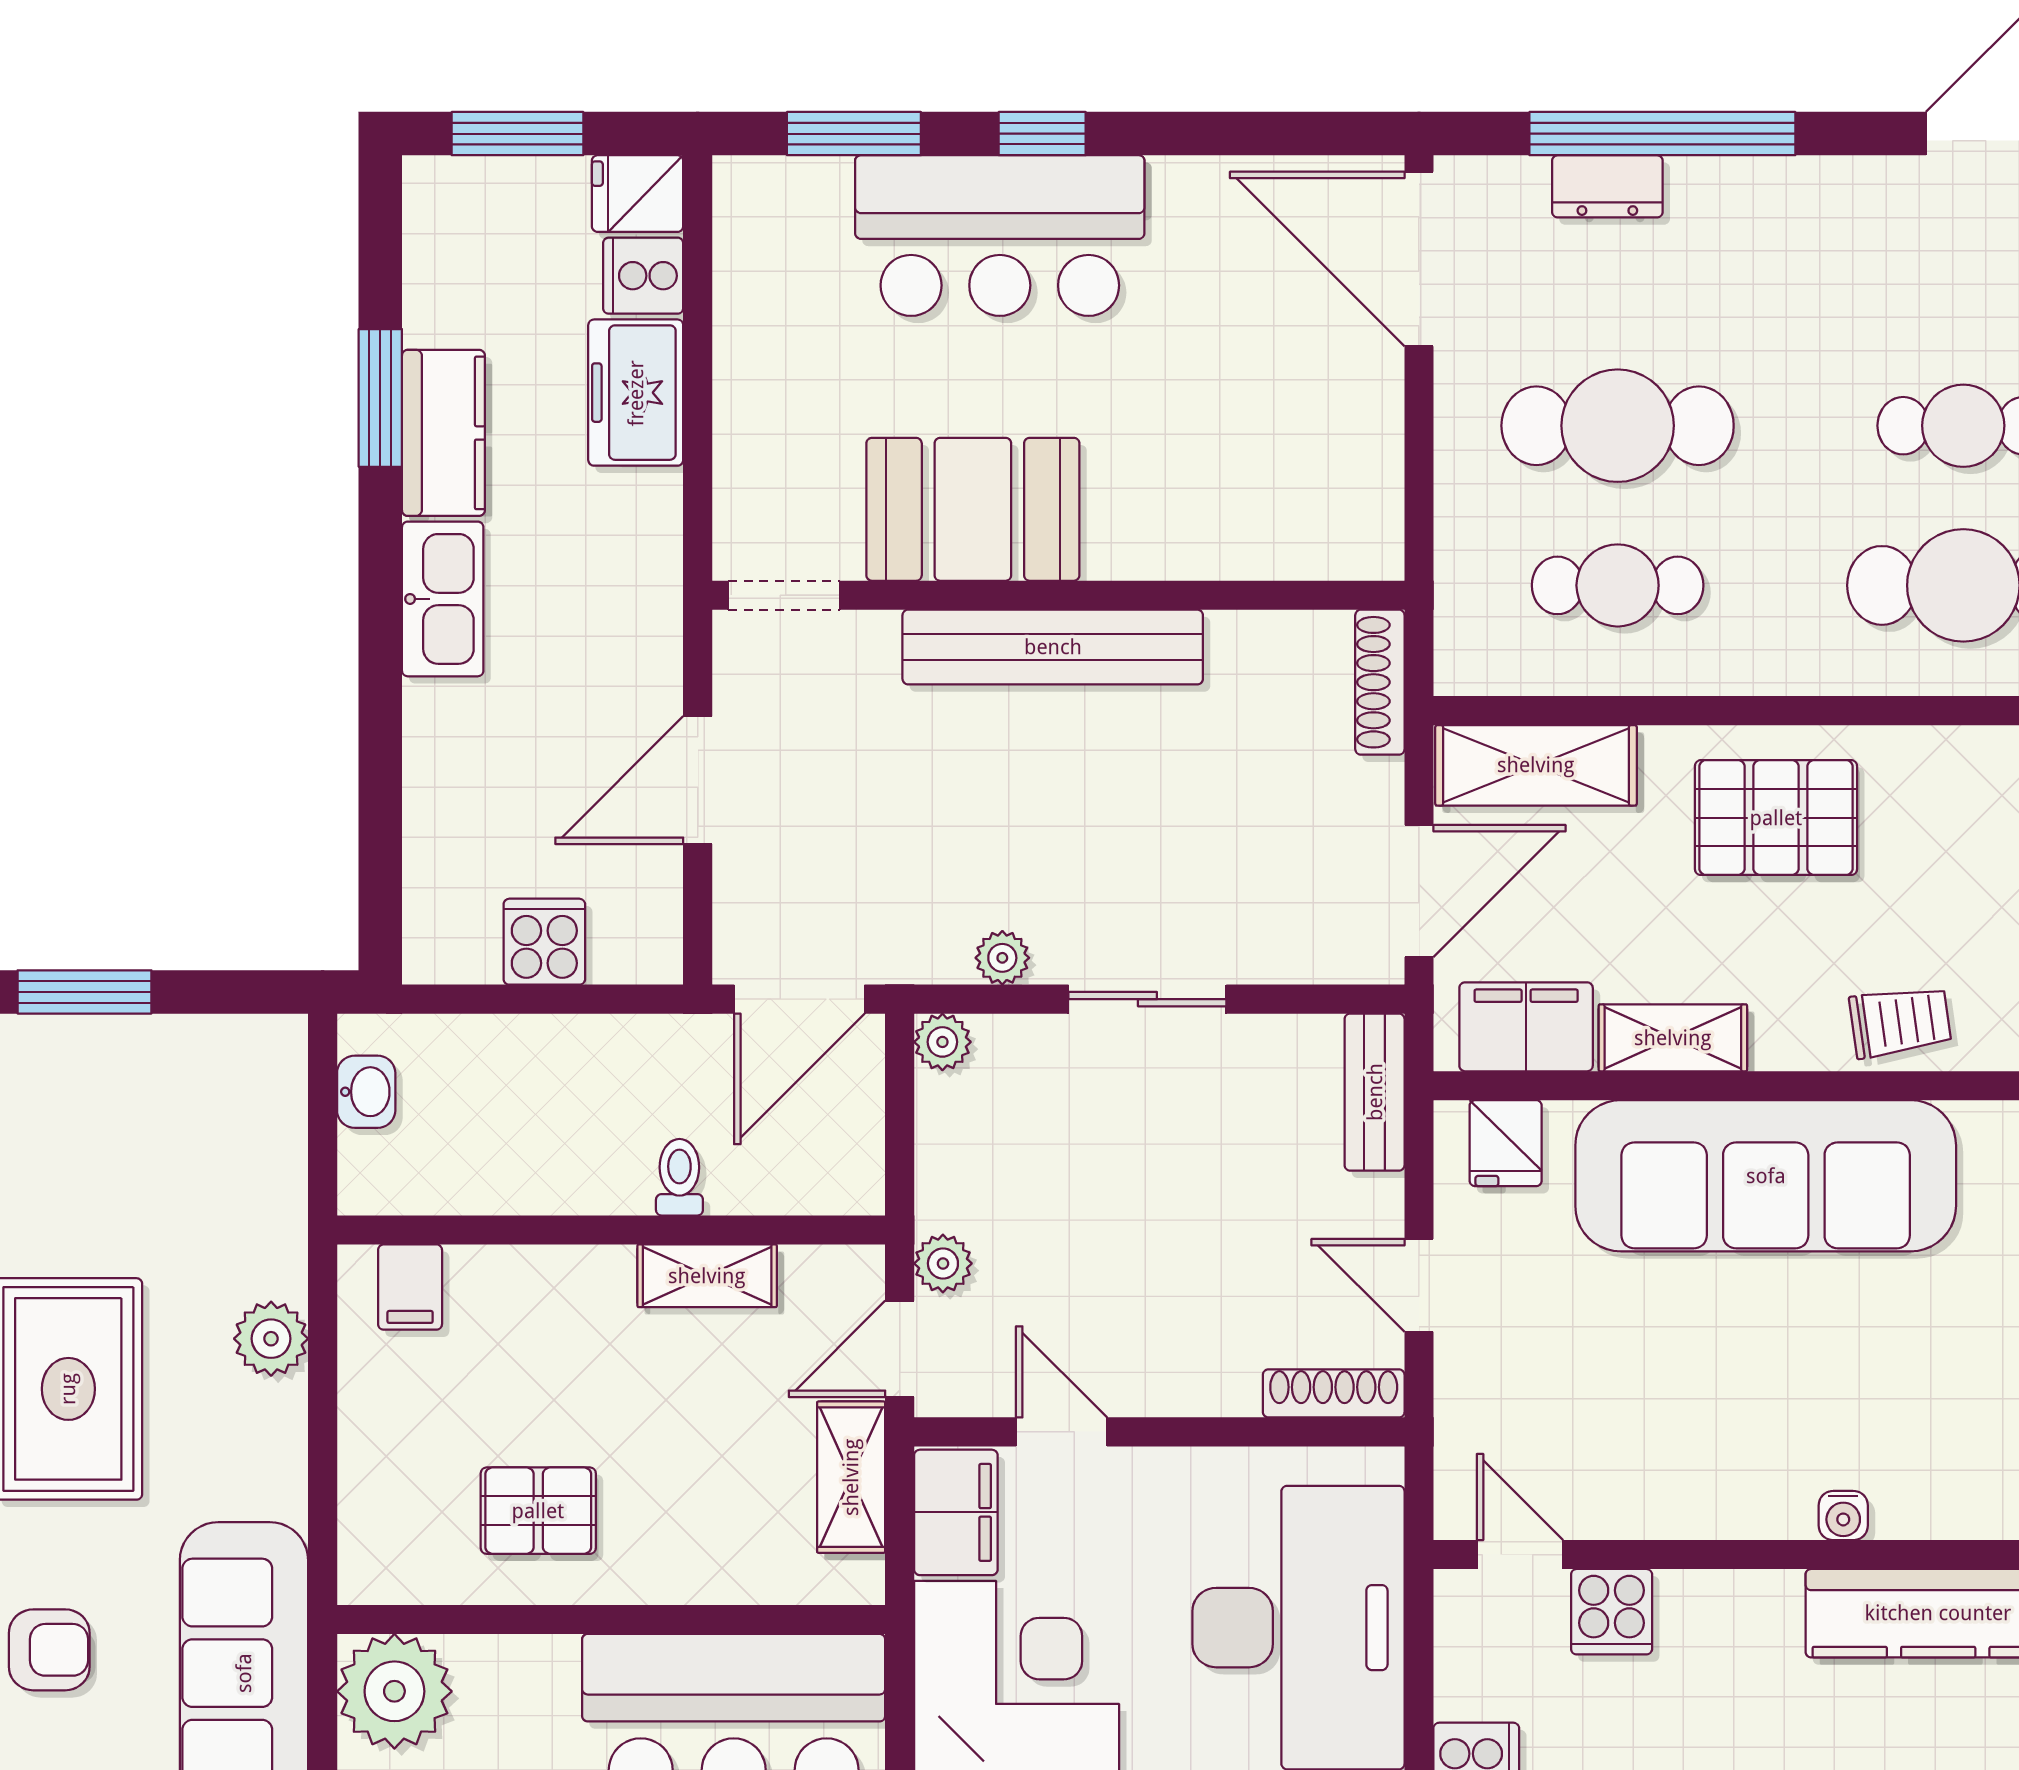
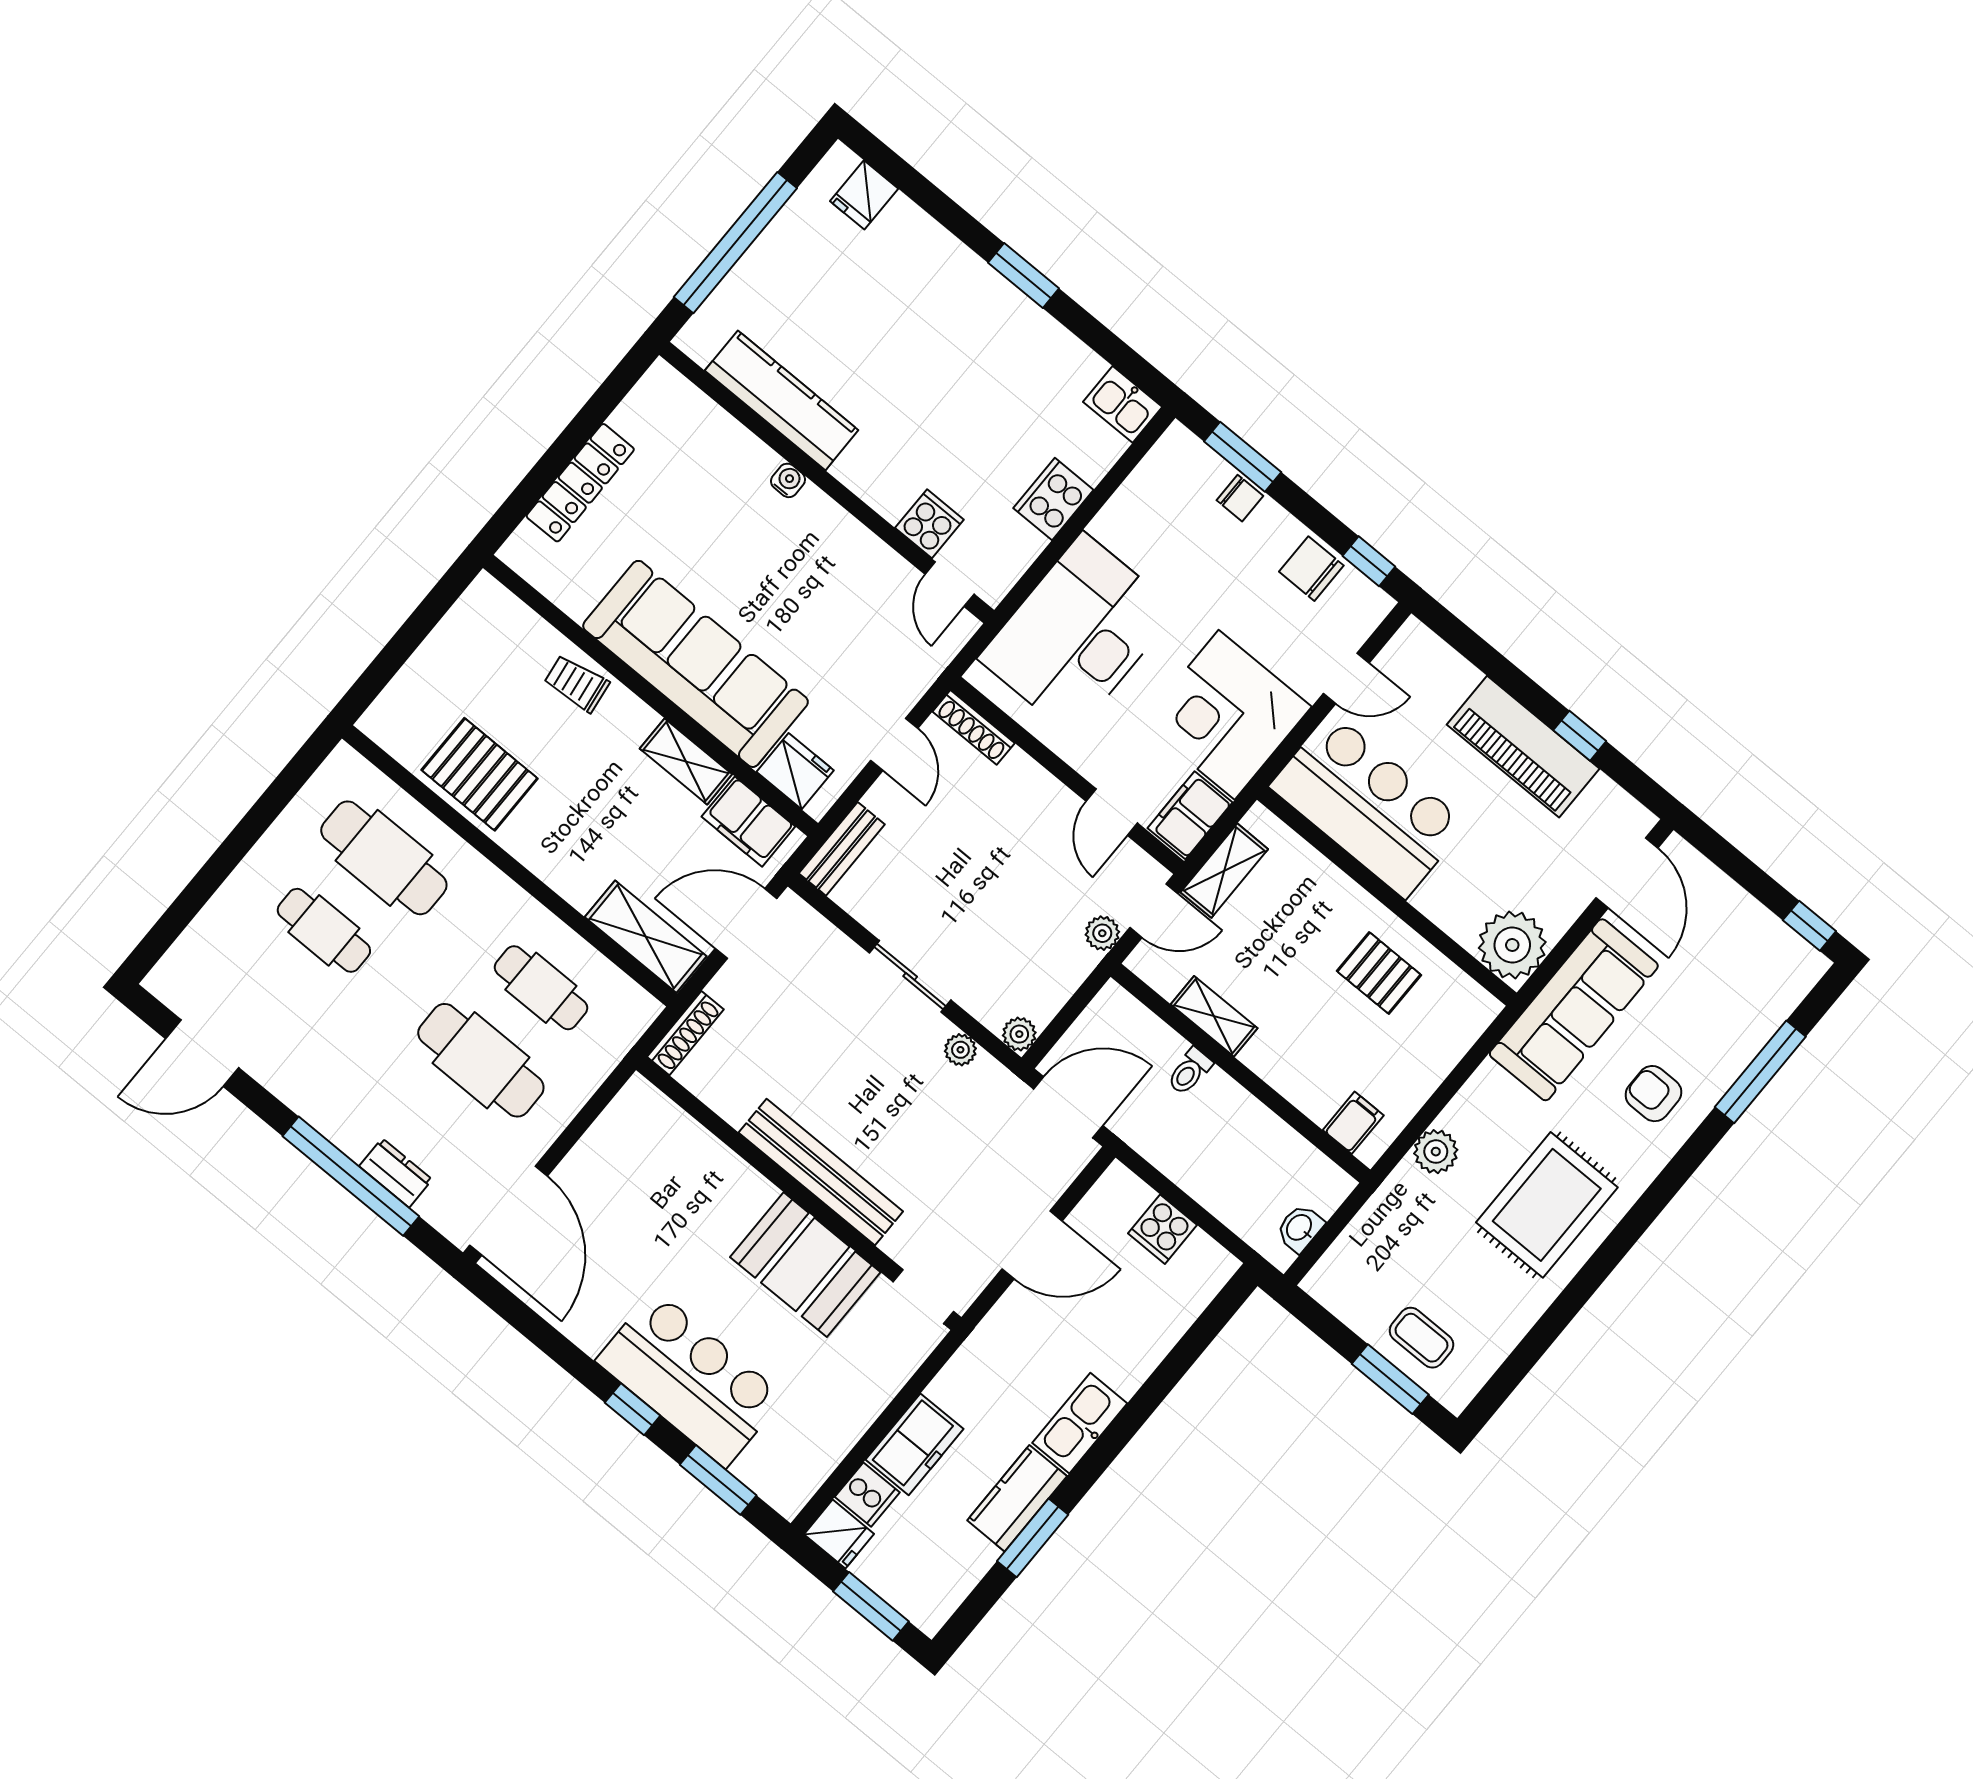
pallet: (1776, 818) -> (480, 774), moved
coffee table: (88, 1080) -> (1421, 1338), added
fridge: (1506, 1143) -> (795, 771), width x1.38

